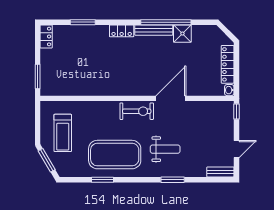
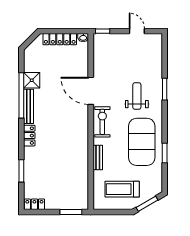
treadmill: (63, 133) -> (122, 189), turned 180
bench: (220, 172) -> (98, 158), moved

